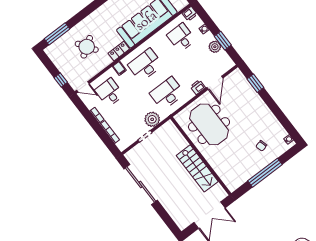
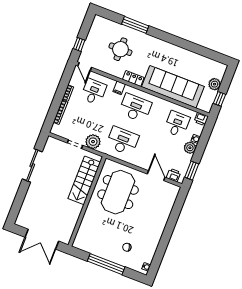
window: (57, 34) -> (135, 25), moved
window: (223, 41) -> (192, 171), moved
round table: (87, 47) -> (120, 49), turned 34
plant: (215, 47) -> (190, 148), moved
door: (215, 83) -> (156, 176), swing flipped
window: (255, 83) -> (176, 210), removed
printer: (198, 87) -> (173, 175), moved
stairs: (197, 168) -> (84, 180), moved
sliding door: (141, 184) -> (32, 165), width x0.73

